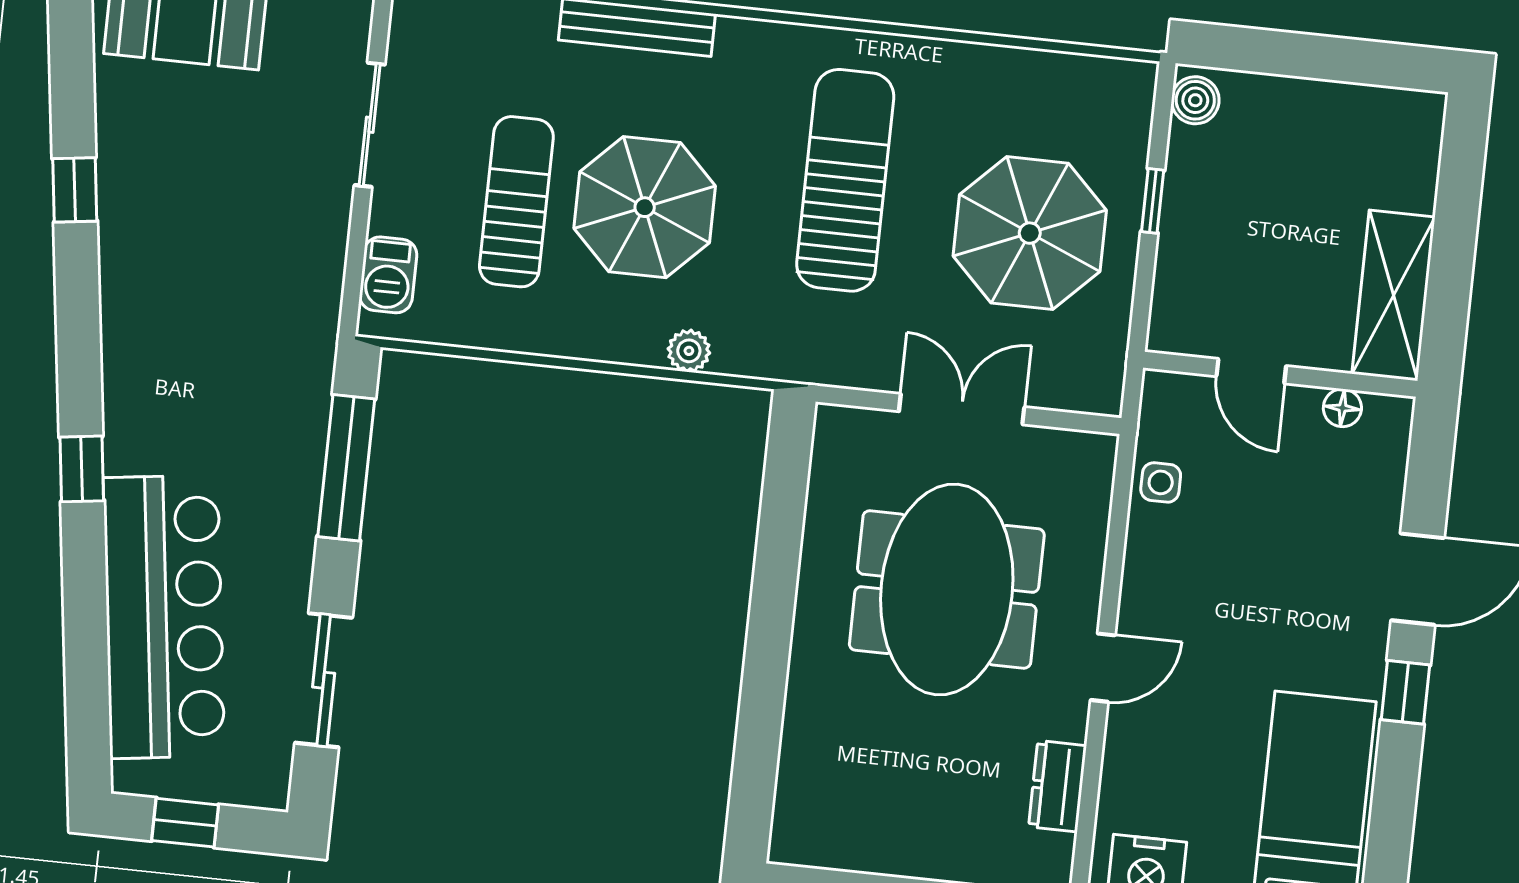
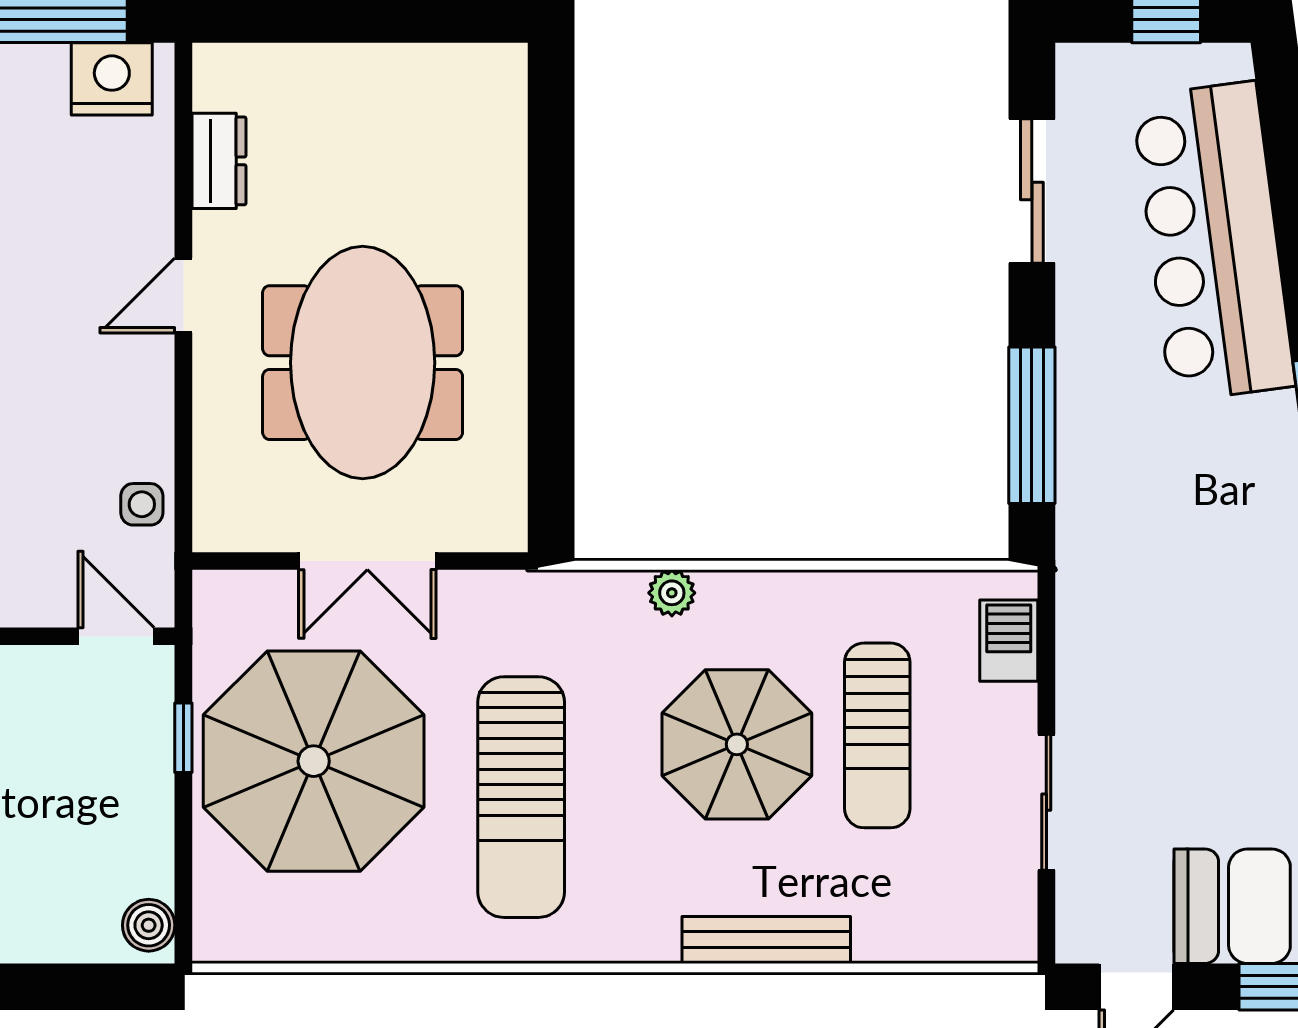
window: (1153, 201) -> (183, 738), moved
parasol: (1030, 233) -> (314, 761), width x1.36, depth x1.36
door: (1251, 371) -> (116, 636), moved

